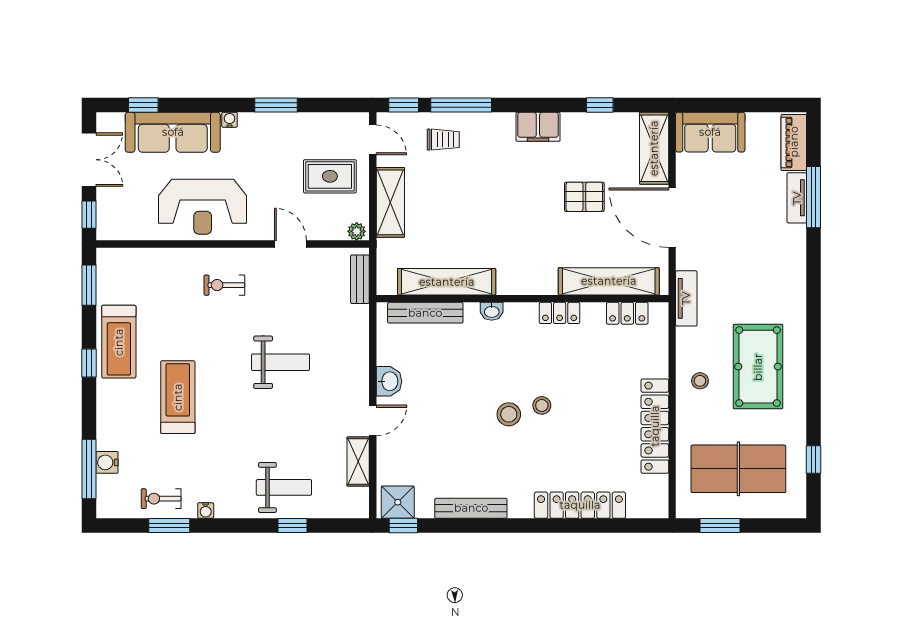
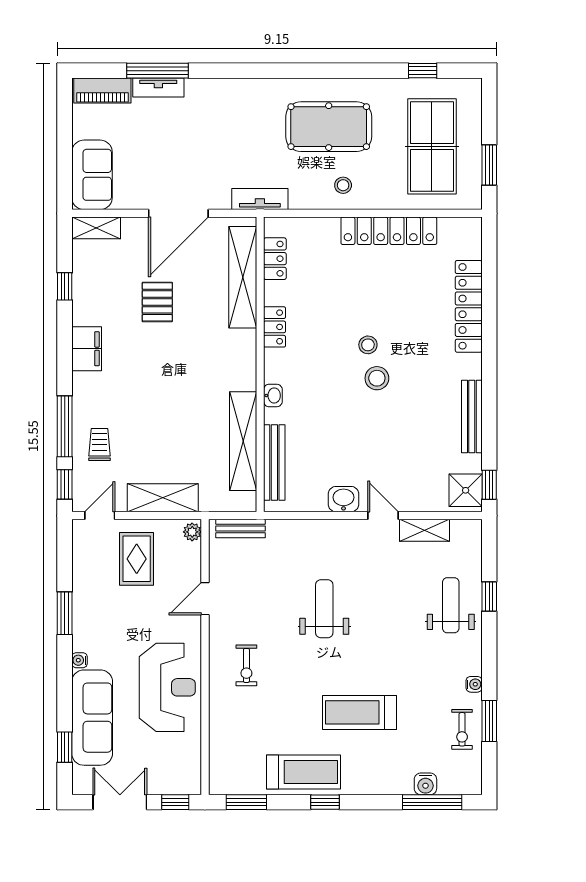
shelving: (654, 148) -> (96, 228), width x0.67, depth x0.75

